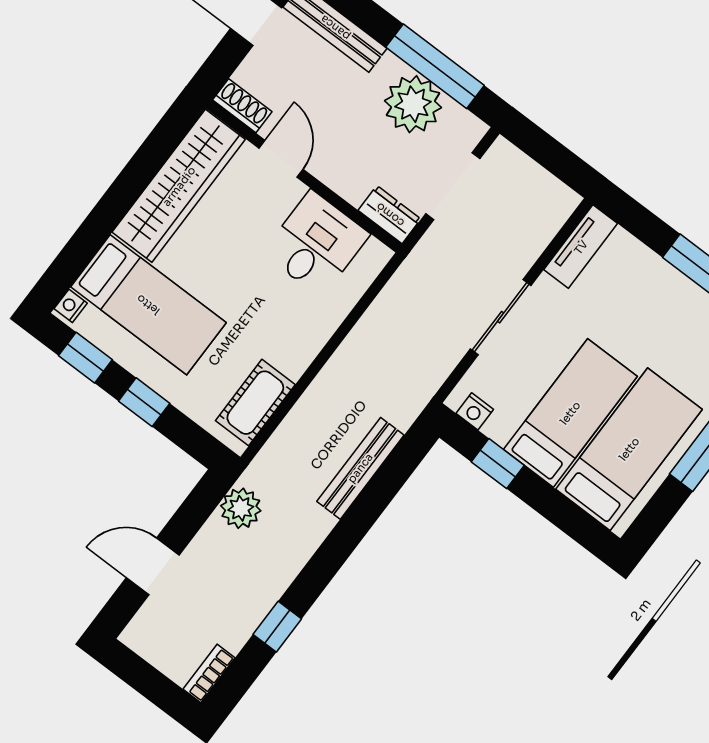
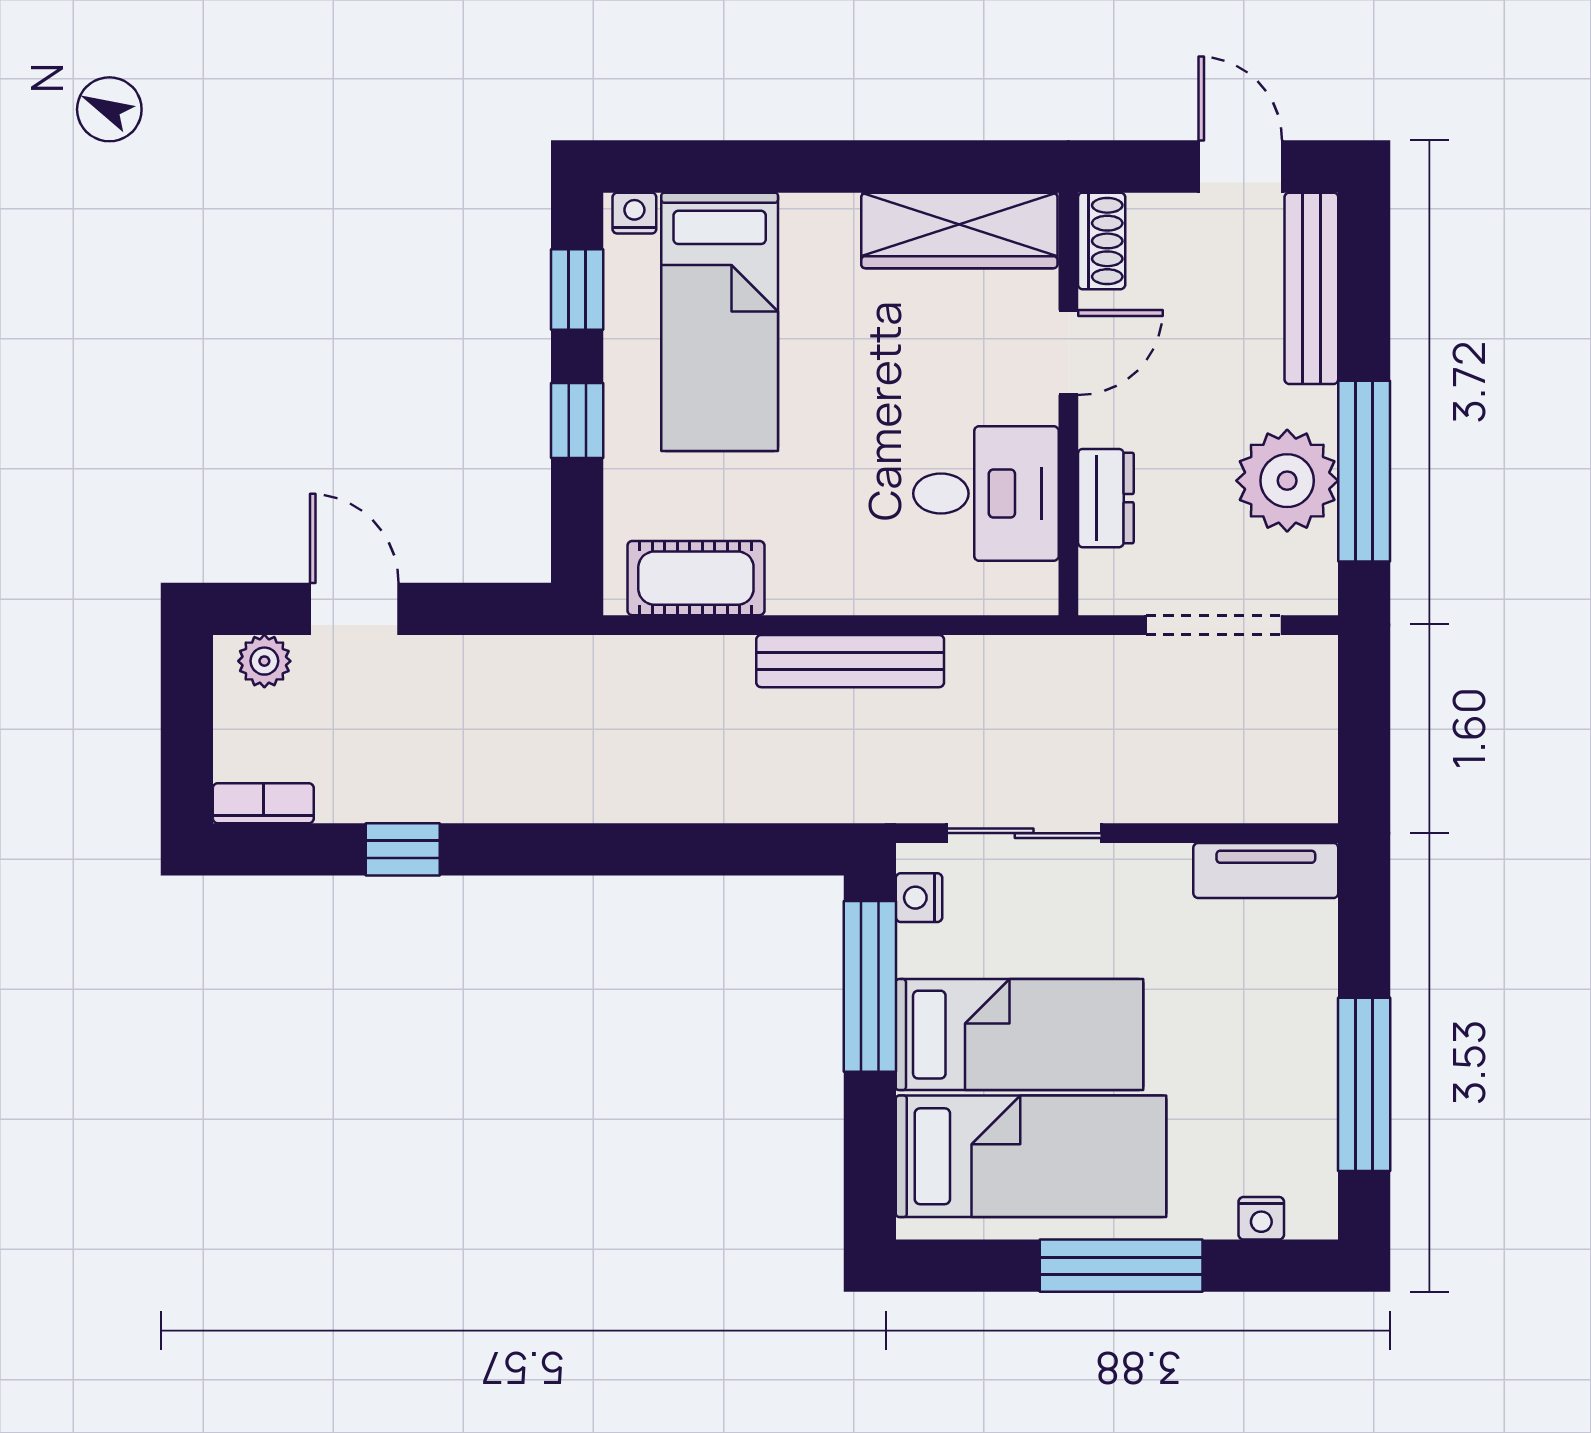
wardrobe: (179, 186) -> (959, 230), width x0.71, depth x0.85
dresser: (390, 215) -> (1106, 498), moved
sliding door: (501, 317) -> (1024, 833), moved
window: (498, 464) -> (870, 986), width x2.17
bench: (360, 468) -> (850, 661), moved
plant: (241, 508) -> (264, 661), moved, width x0.73, depth x0.73

